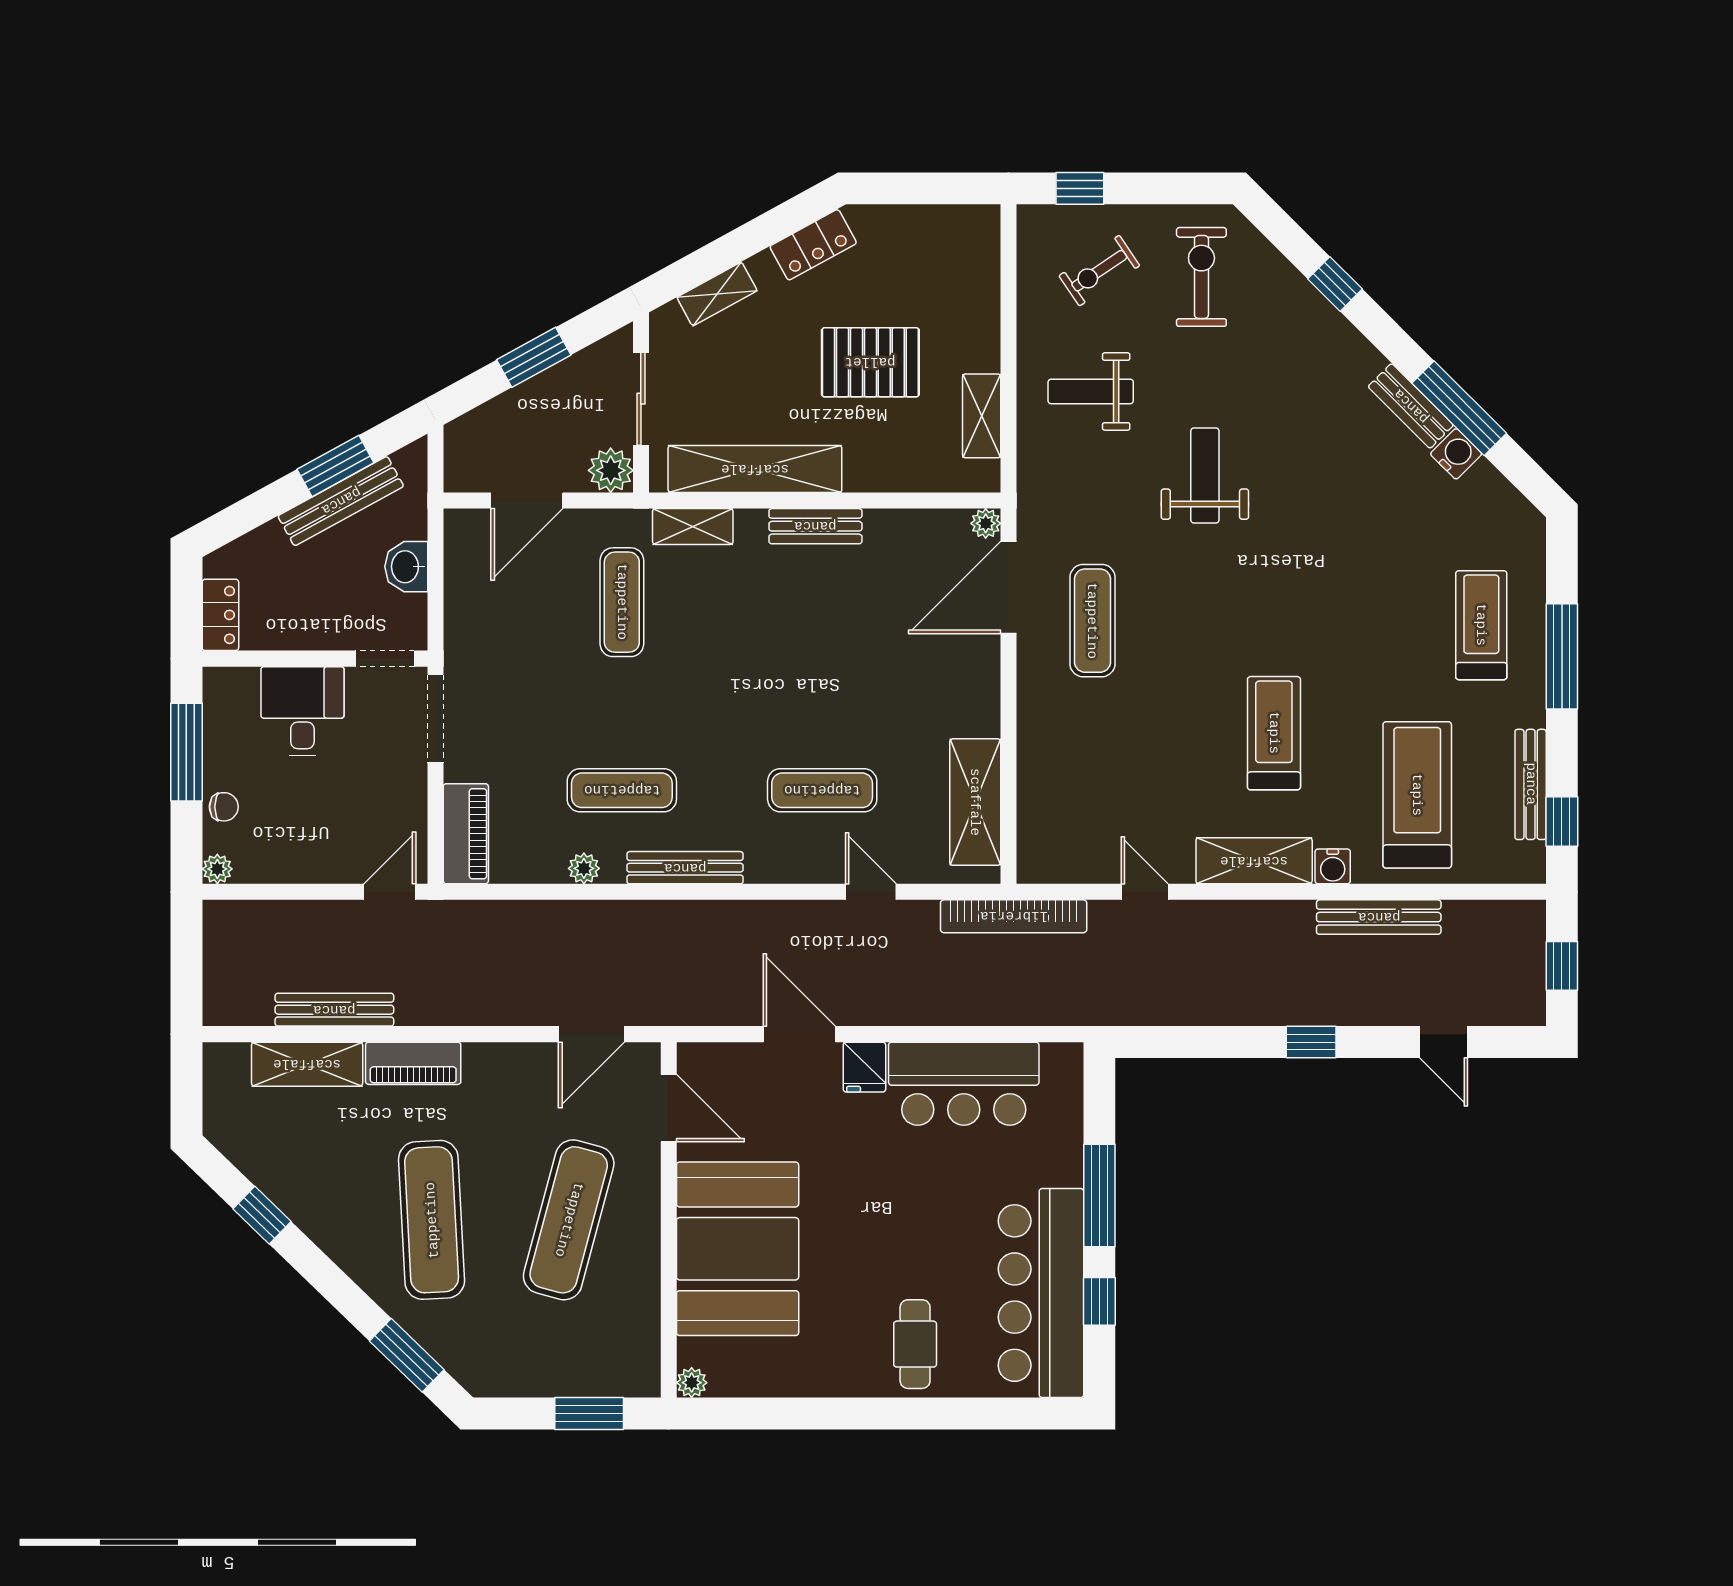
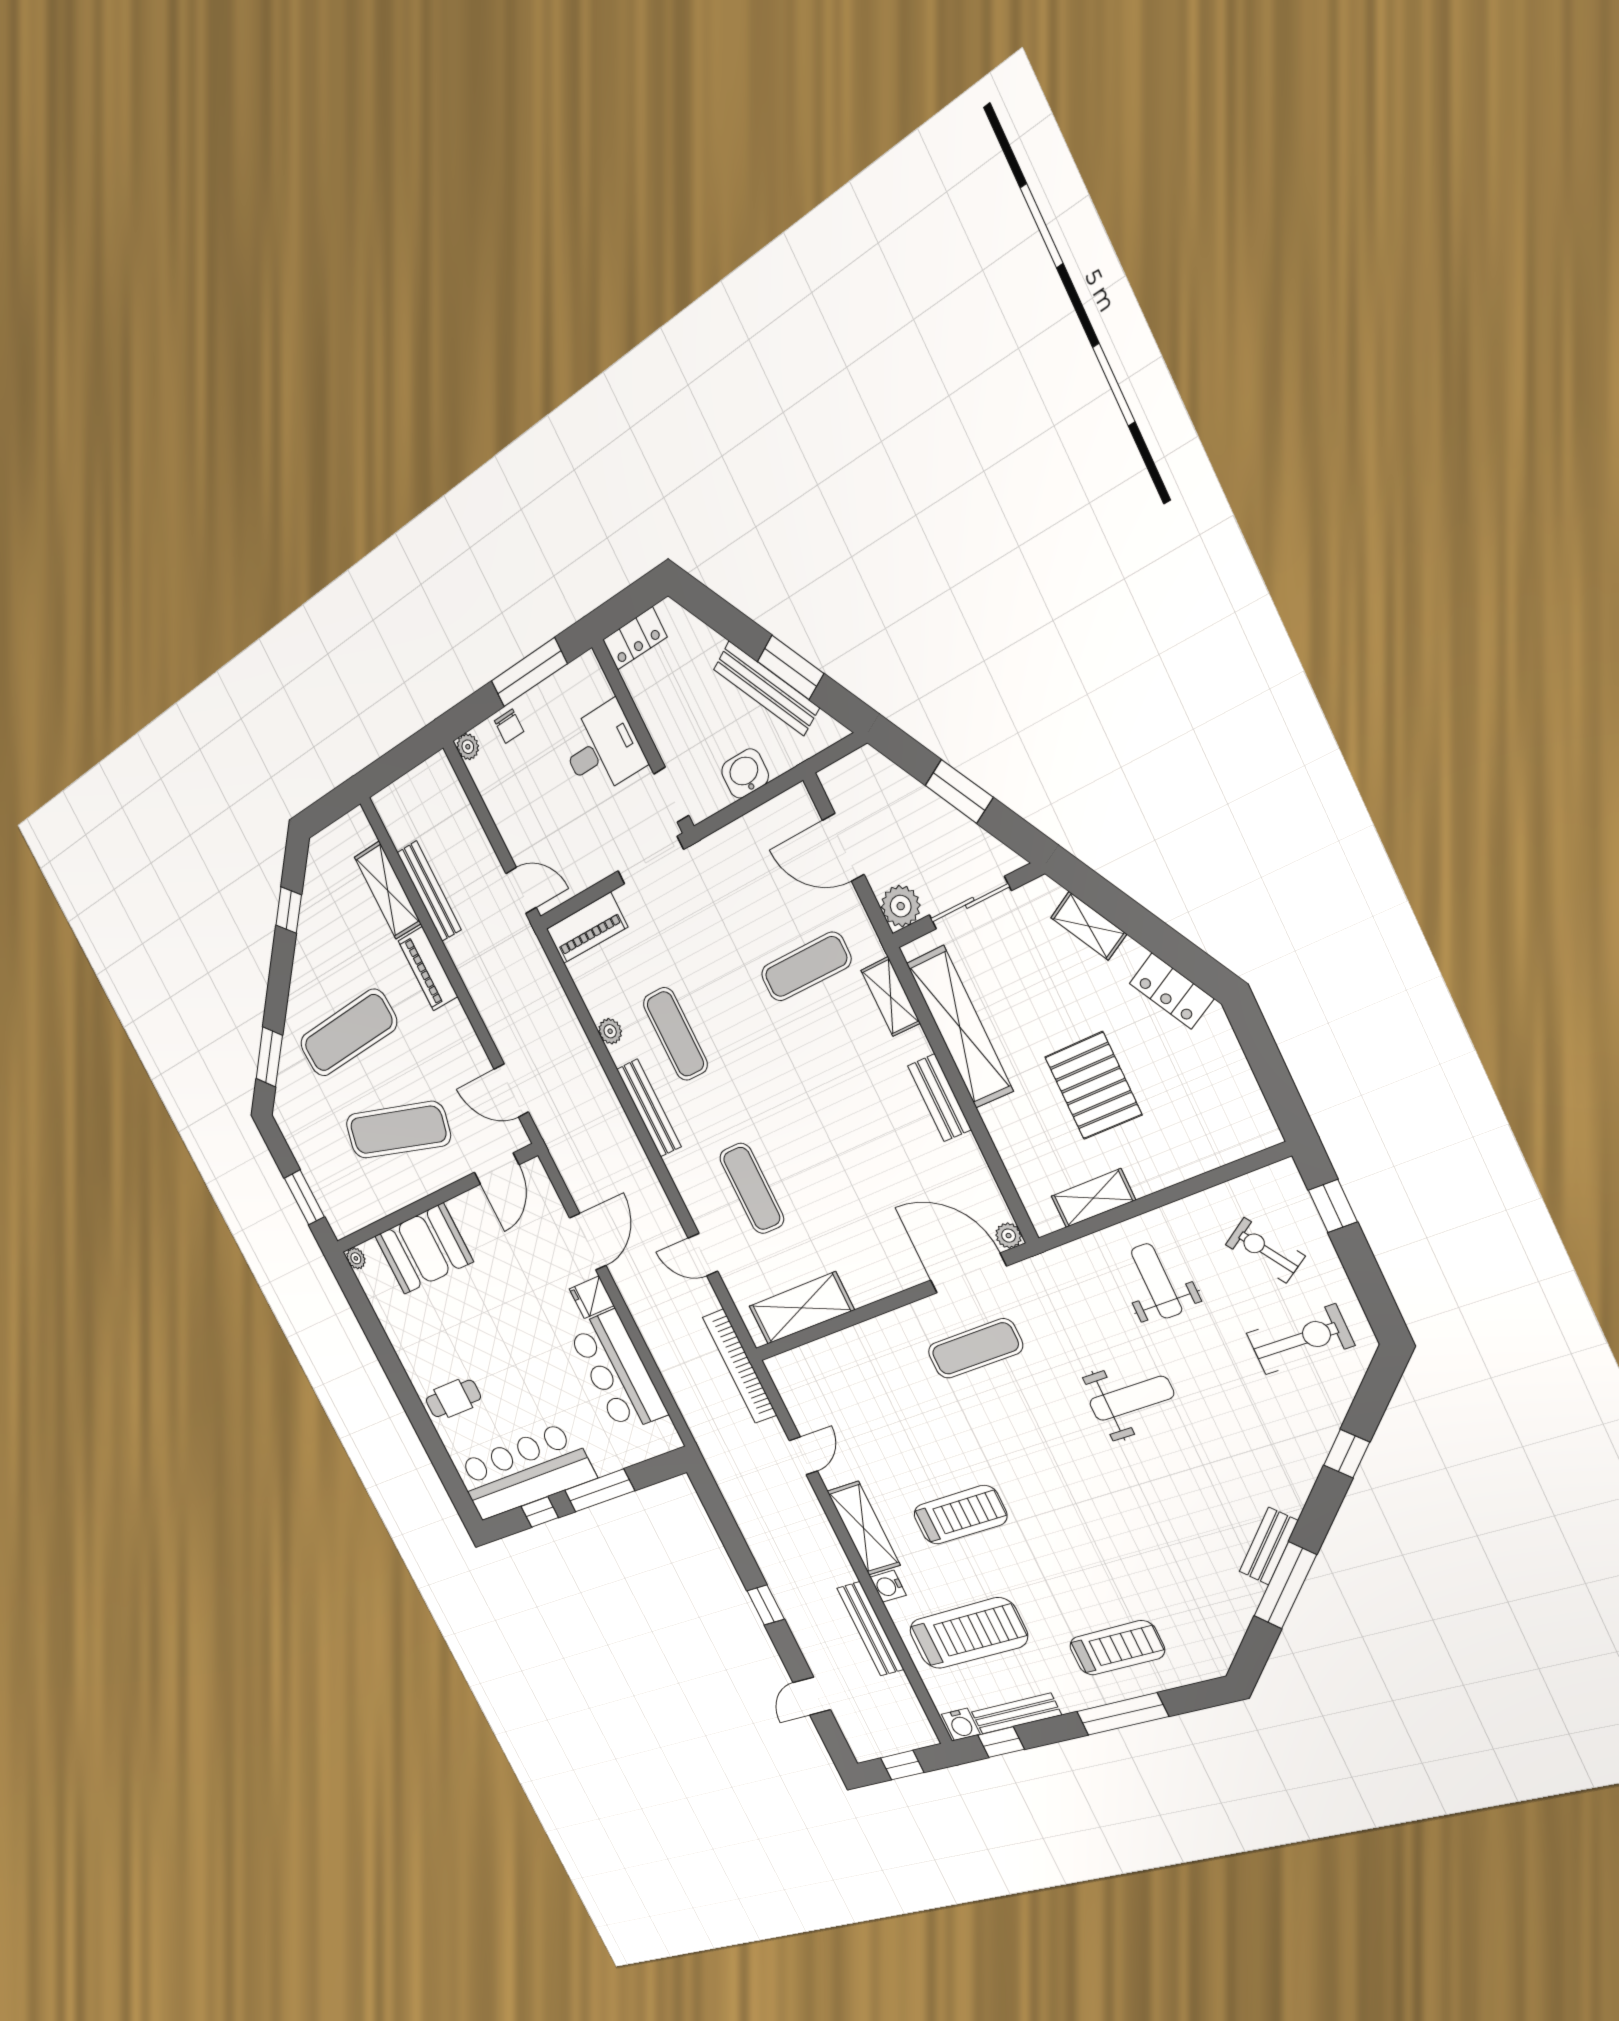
water cooler: (1456, 454) -> (961, 1724), moved, turned 45
door: (871, 892) -> (703, 1255), swing flipped
booth: (738, 1249) -> (424, 1249), width x0.73, depth x0.70

